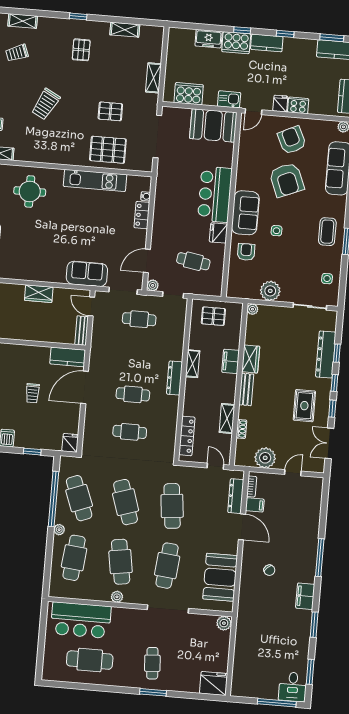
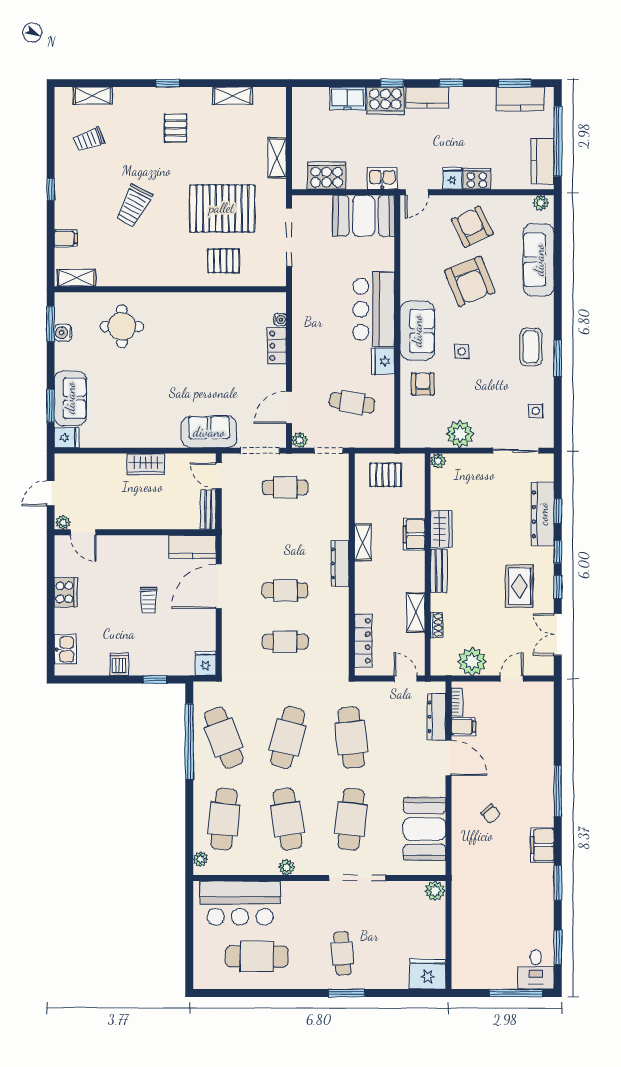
pallet: (110, 111) -> (222, 208), width x2.05, depth x2.00
pallet: (108, 150) -> (223, 261), width x0.67, depth x0.71
kitchen unit: (95, 180) -> (209, 304), removed
cafe table: (126, 502) -> (288, 738), turned 33
plant: (59, 530) -> (200, 859), moved

